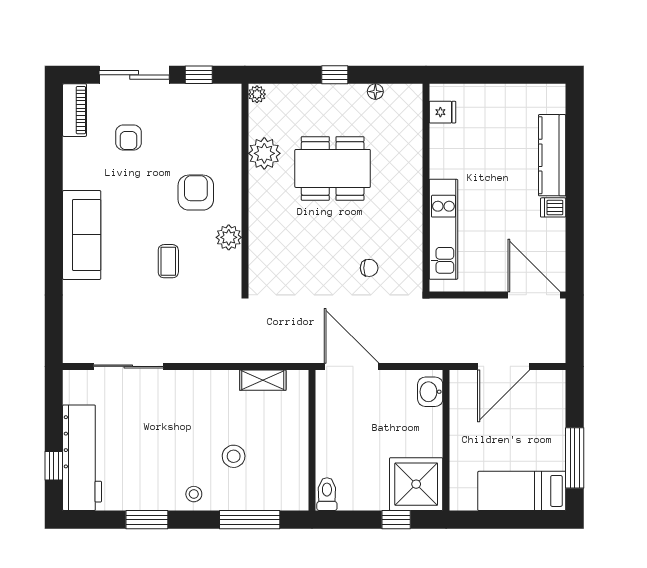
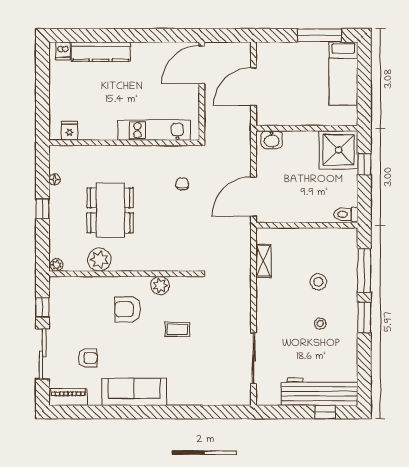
dishwasher: (553, 207) -> (63, 51), moved
sofa: (82, 235) -> (134, 392), moved
door: (504, 366) -> (253, 87), swing flipped
stool: (194, 494) -> (320, 323), moved
window: (147, 520) -> (364, 318), moved

